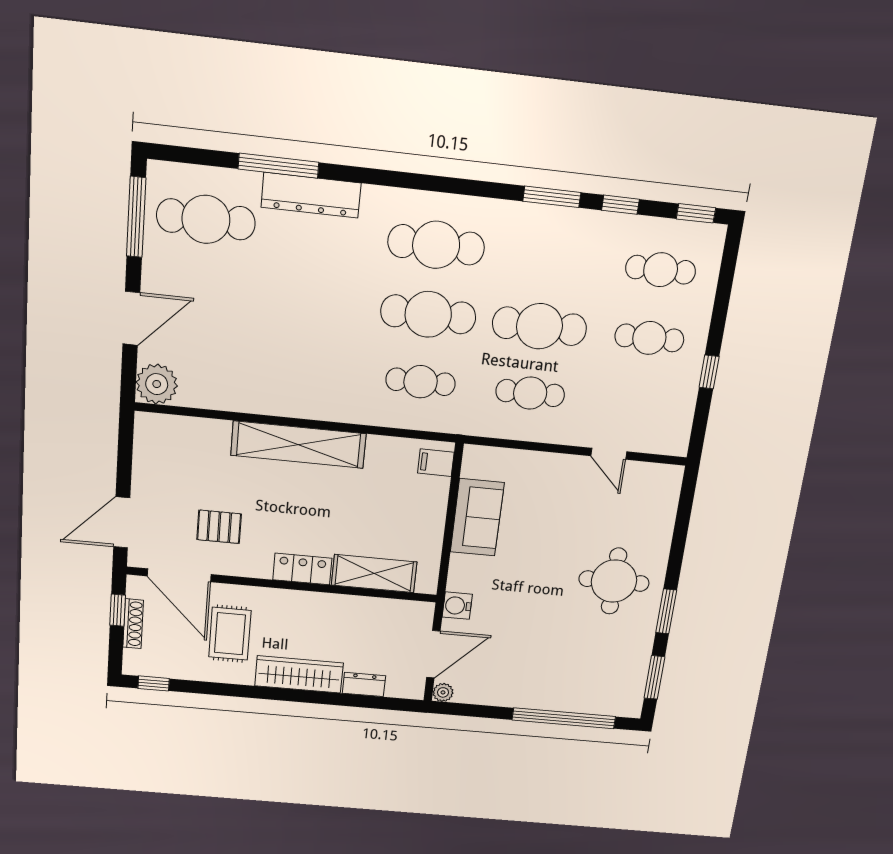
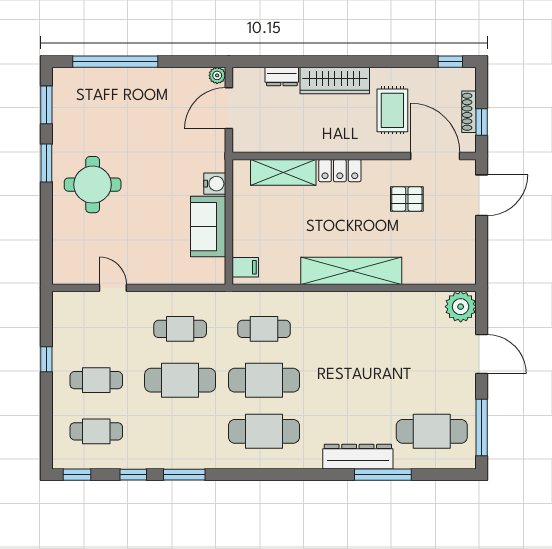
door: (131, 318) -> (482, 354), swing flipped
water cooler: (457, 606) -> (215, 184), moved

